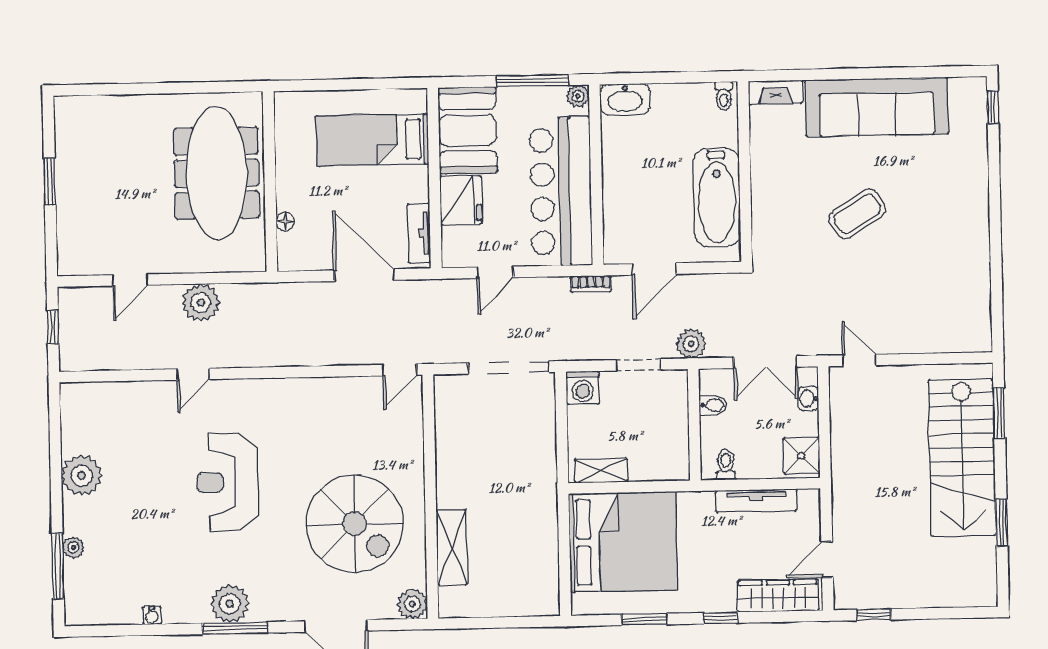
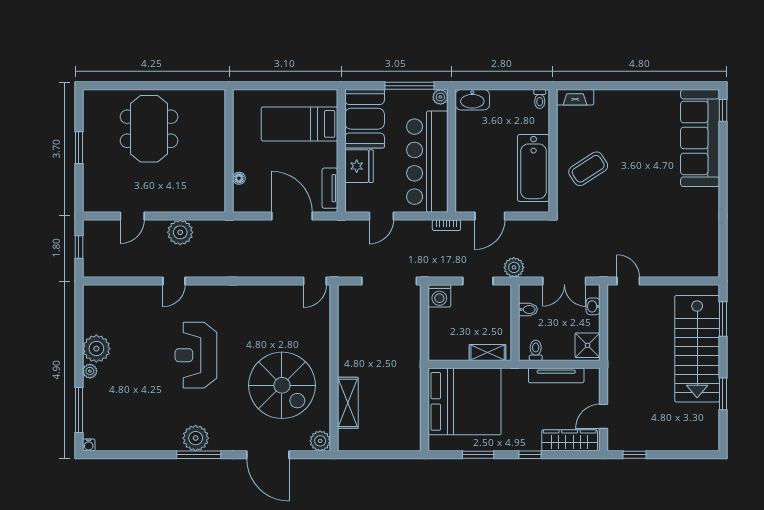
sofa: (877, 107) -> (700, 138), moved, turned 90
meeting table: (217, 173) -> (149, 129), moved, width x0.73
coffee table: (857, 214) -> (588, 169), moved
shelving: (601, 470) -> (488, 352), moved
plant: (73, 548) -> (90, 371), moved
water cooler: (152, 615) -> (89, 445), moved

